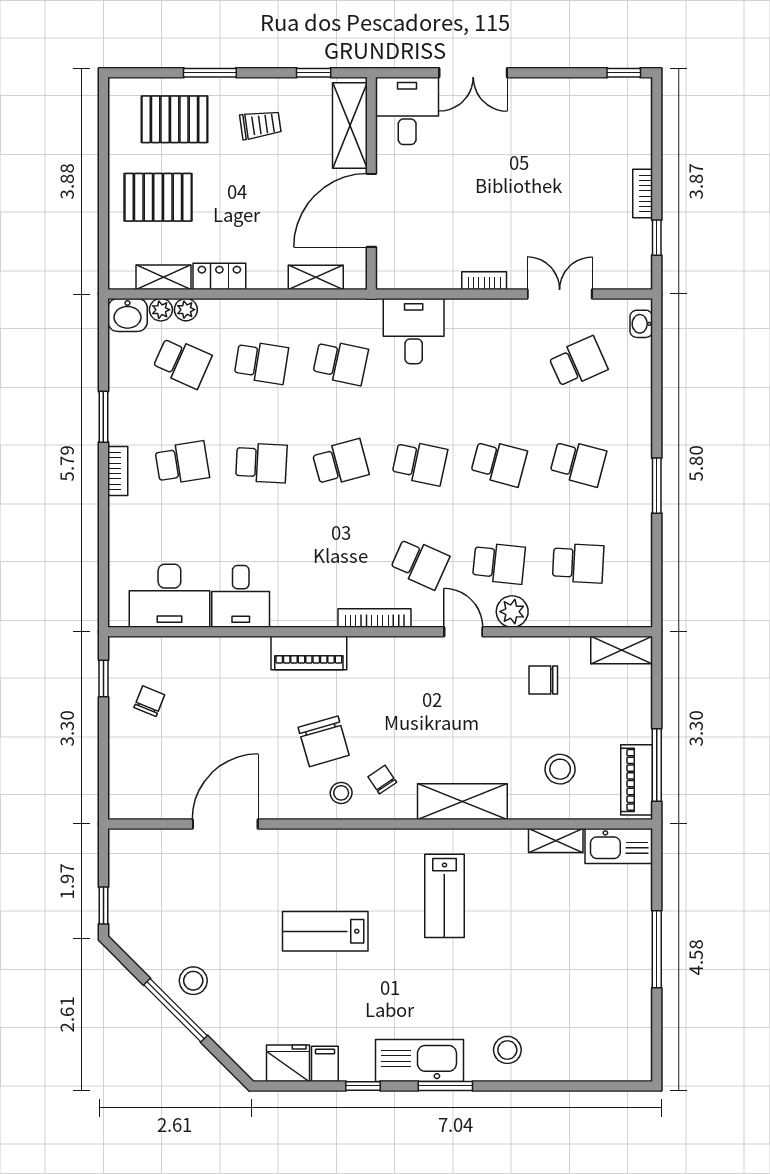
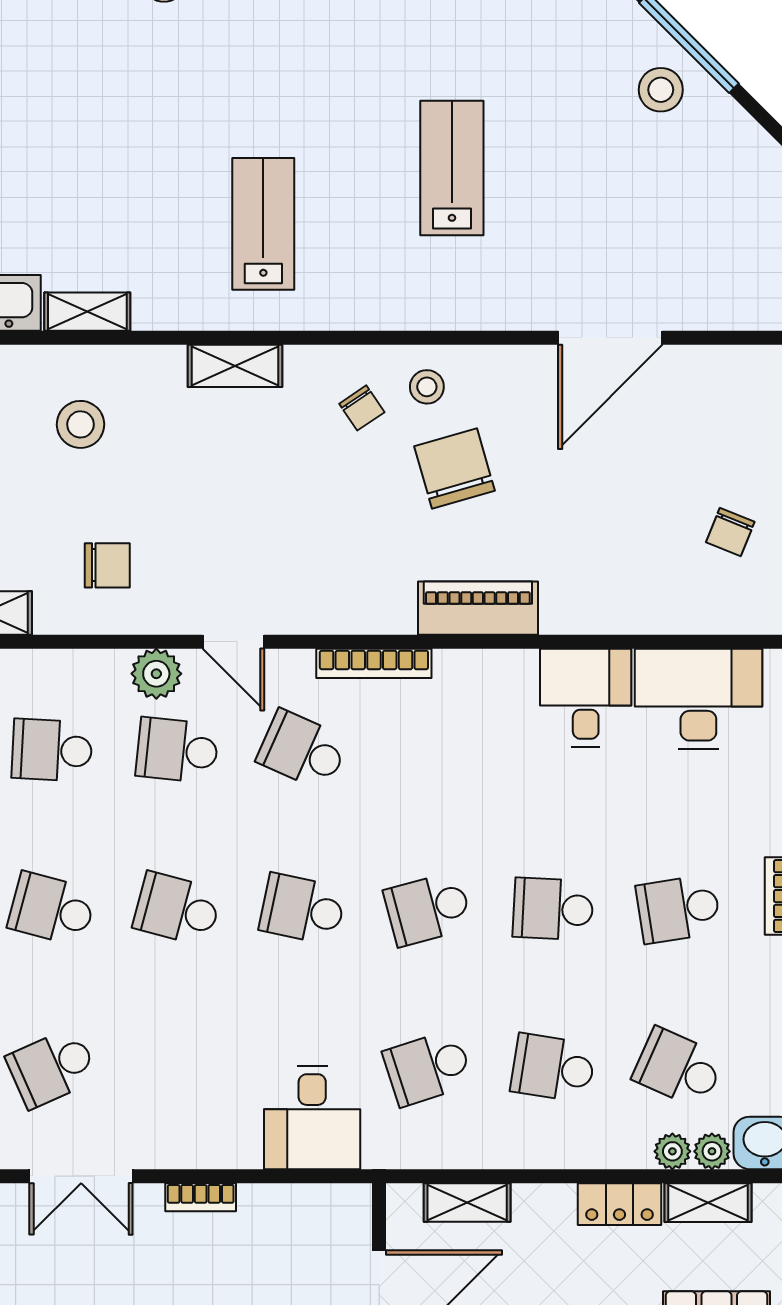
school desk: (341, 362) -> (428, 1068), turned -30
shelving: (462, 802) -> (235, 366), width x0.67, depth x0.75
lab bench: (325, 931) -> (452, 168), turned -90

